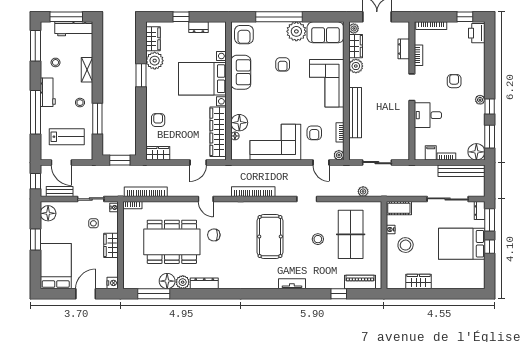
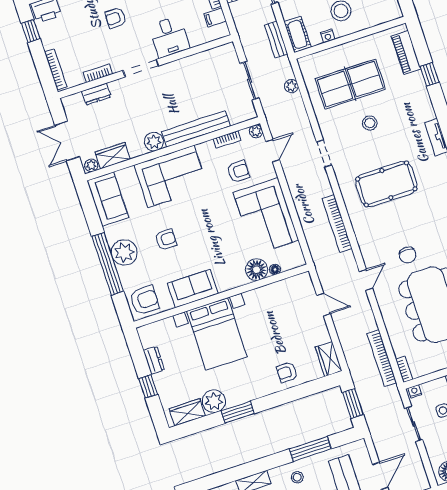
plant: (296, 31) -> (124, 253), moved
plant: (356, 66) -> (154, 142), moved
wardrobe: (218, 132) -> (277, 292), removed
bench: (60, 191) -> (276, 39), moved

